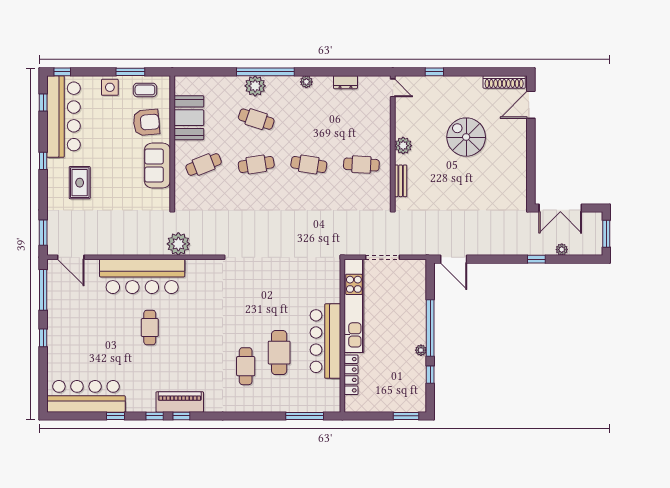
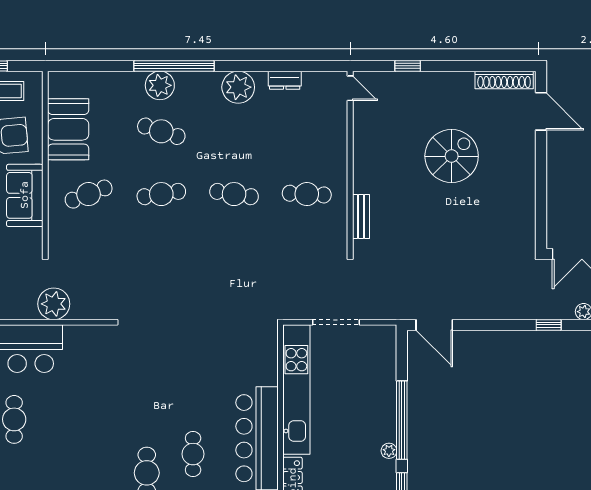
plant: (306, 82) -> (238, 87), width x1.87, depth x1.87
door: (531, 105) -> (541, 111), swing flipped
spiral stairs: (466, 137) -> (452, 156), turned 90
plant: (403, 146) -> (364, 168), removed
cafe table: (279, 353) -> (193, 454), width x0.73, depth x0.74

